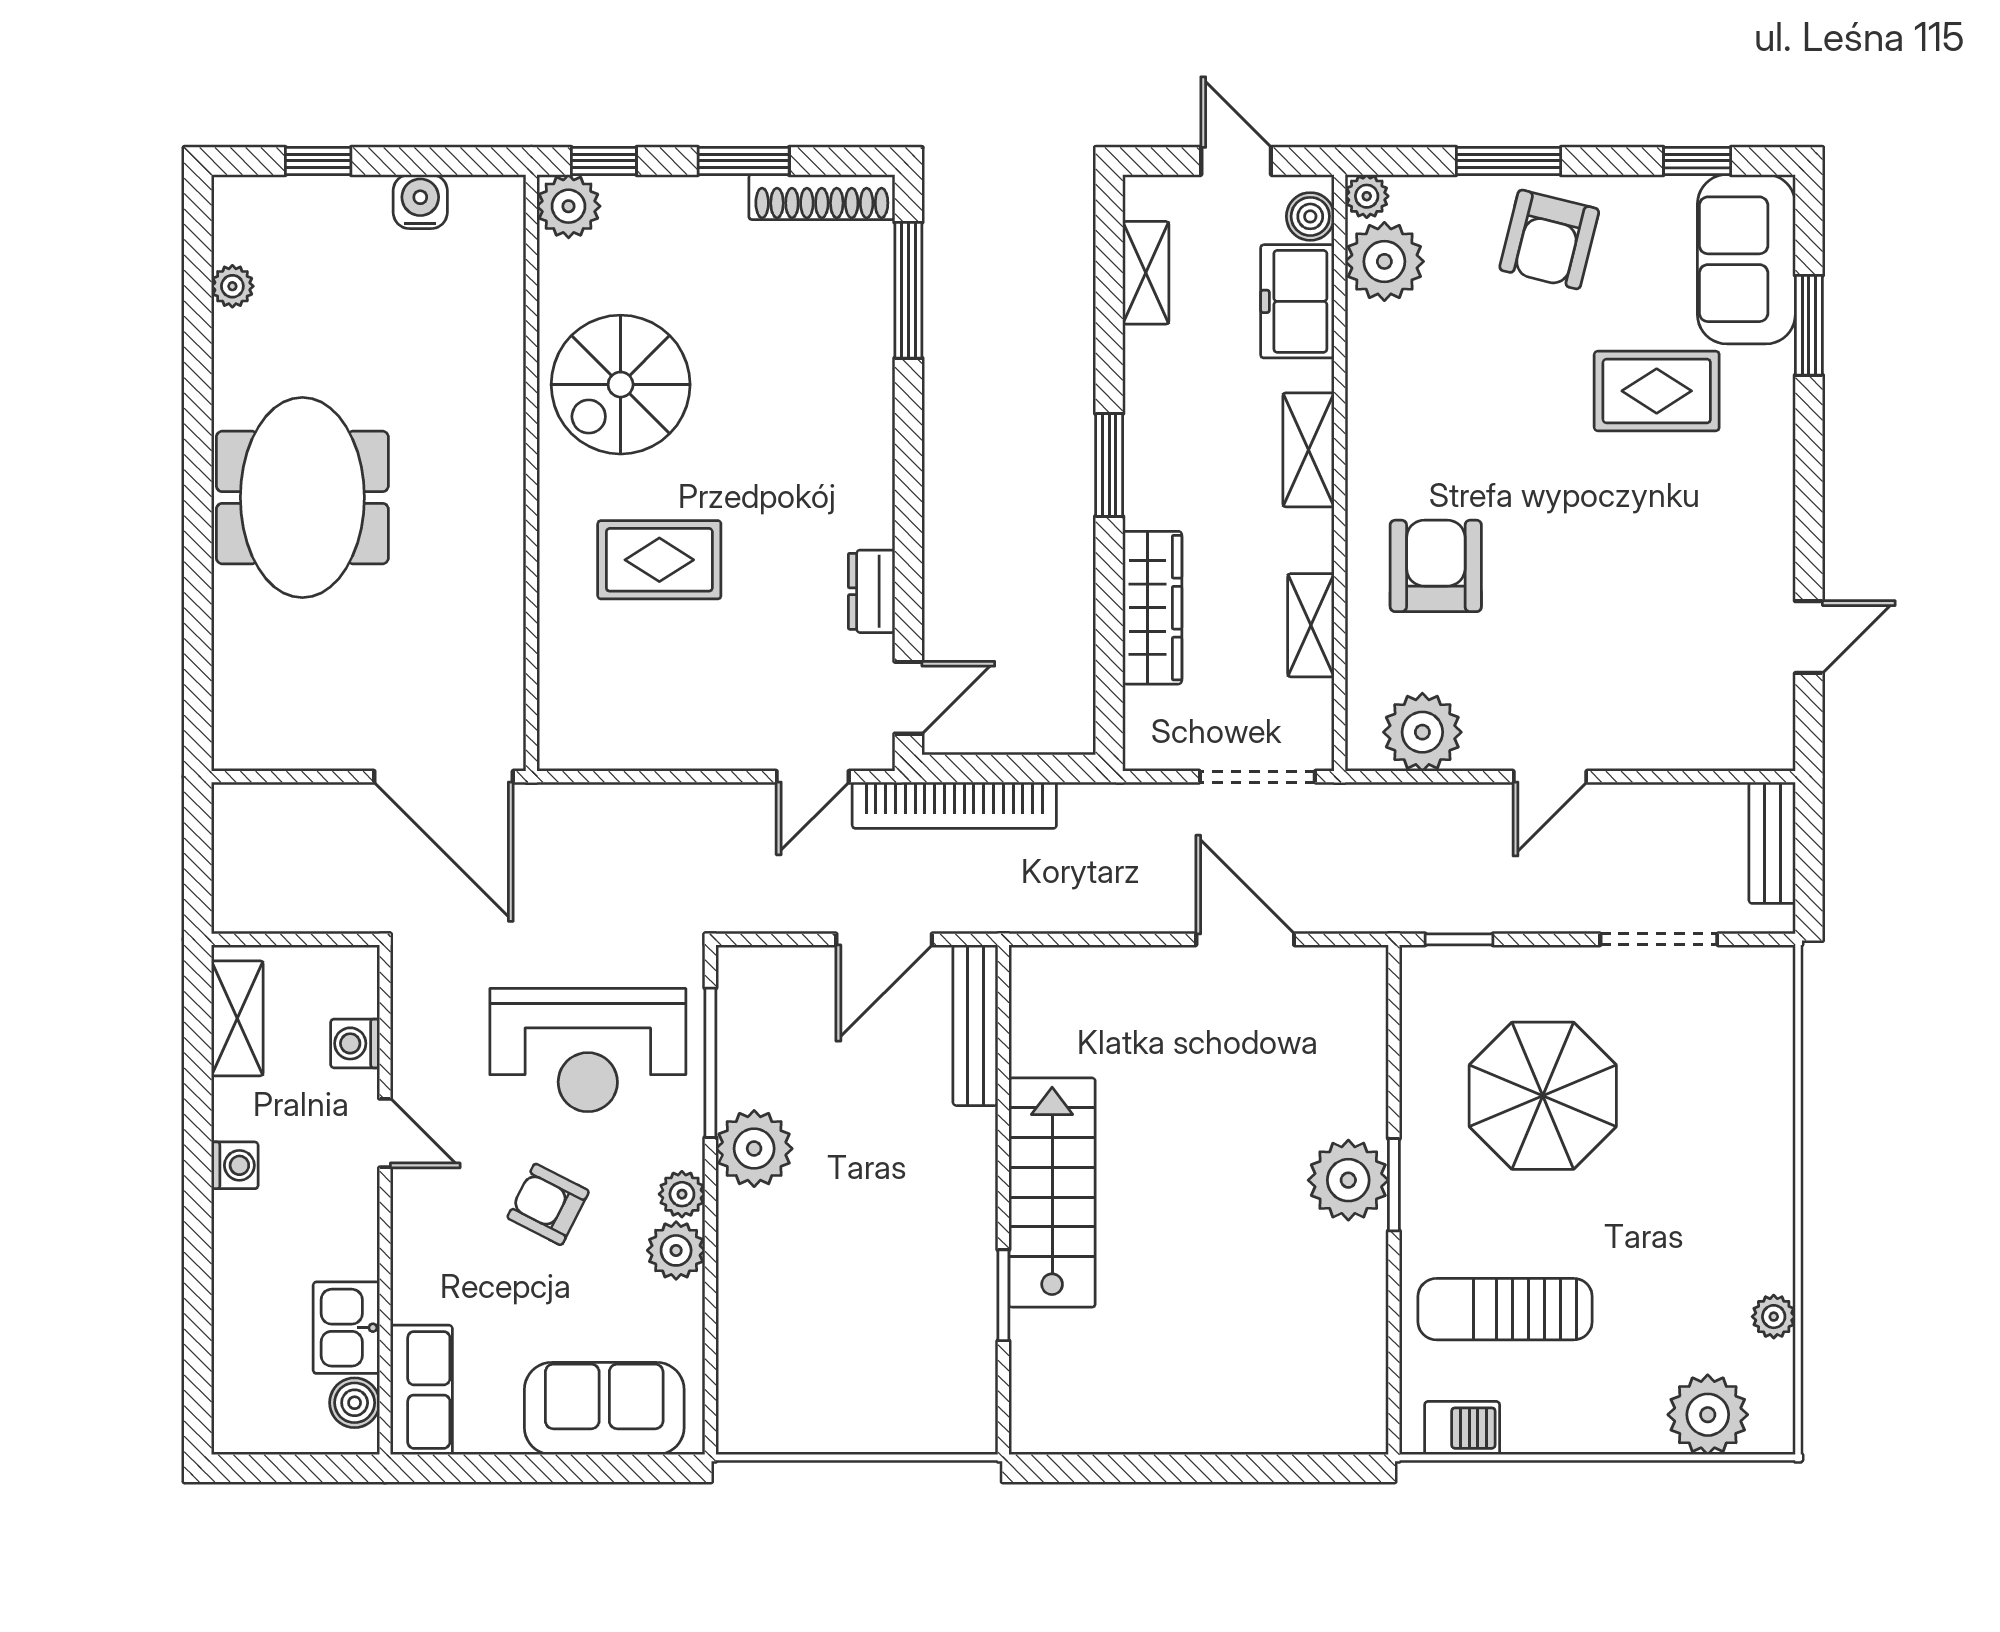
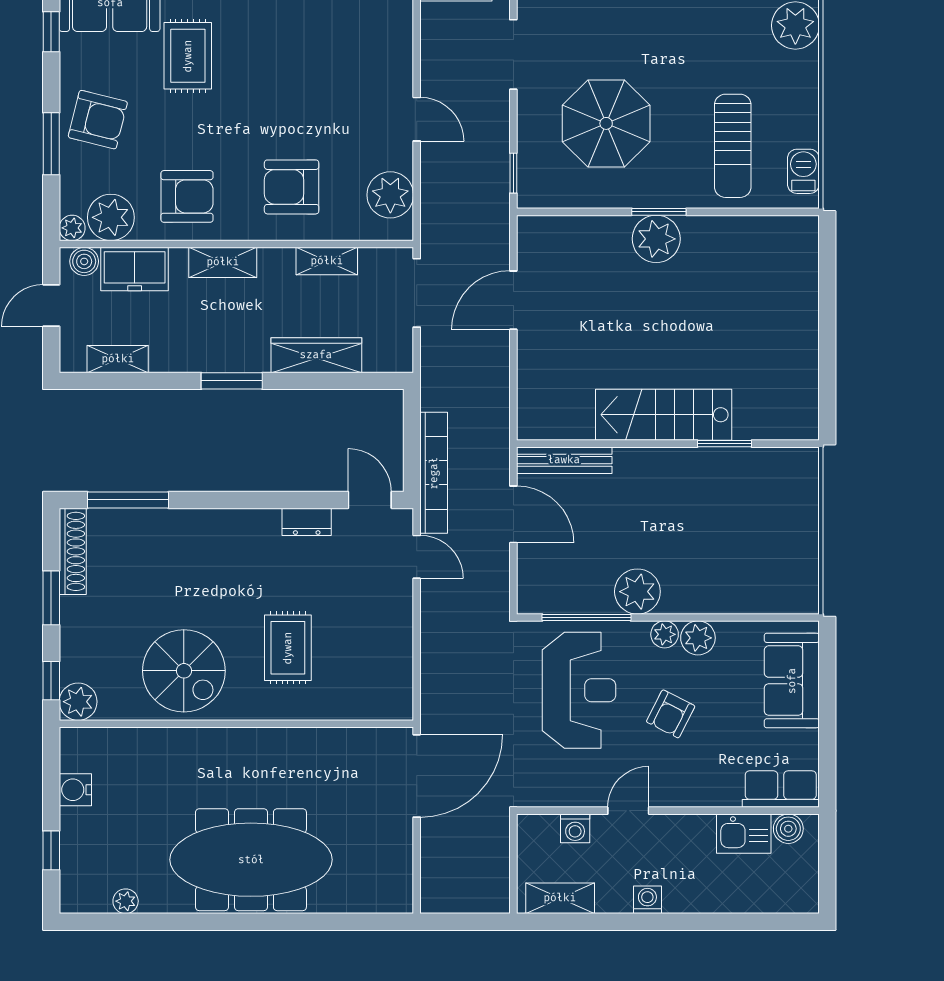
armchair: (1420, 390) -> (187, 196), added
meeting table: (302, 497) -> (251, 860), width x1.36

